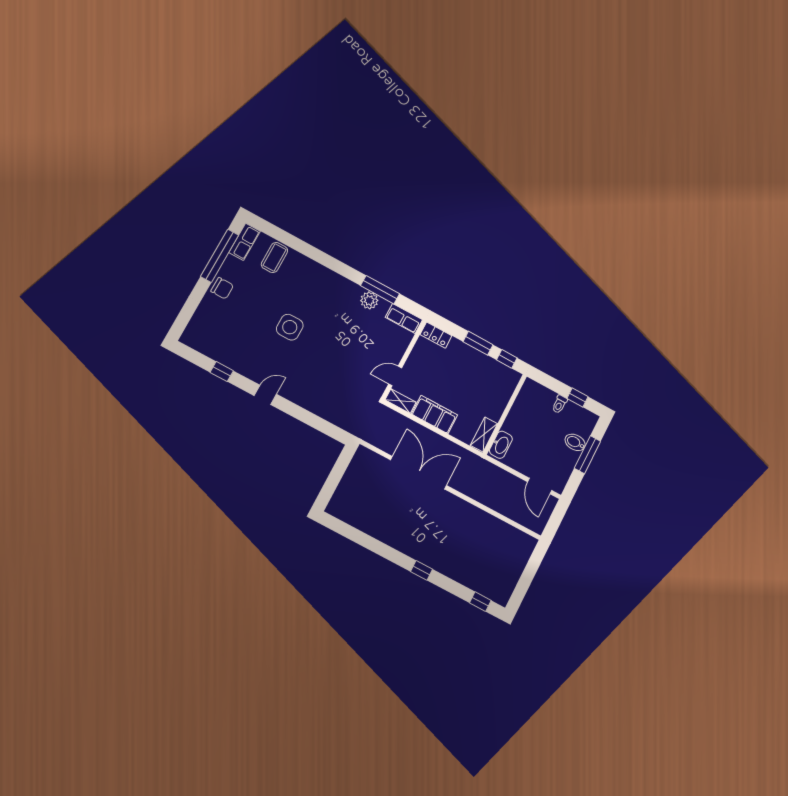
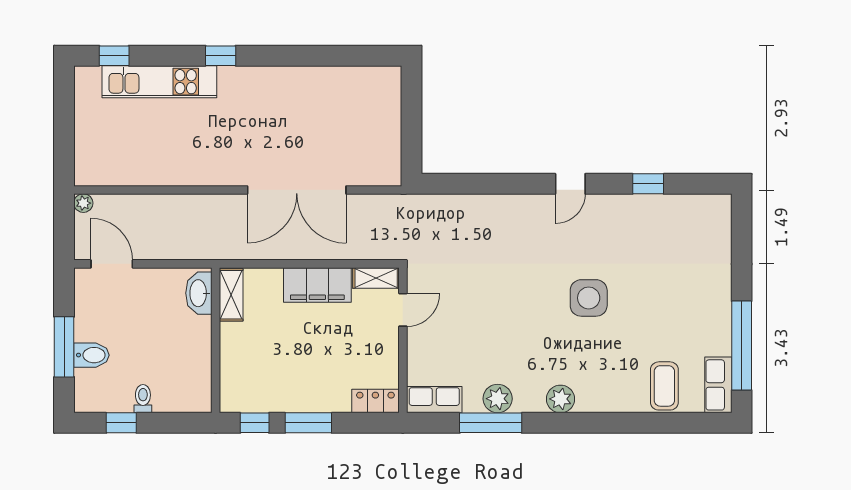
plant: (335, 282) -> (560, 399), added
chair: (222, 288) -> (712, 301), removed
plant: (538, 528) -> (83, 203), added
kitchen unit: (463, 574) -> (159, 82), added

